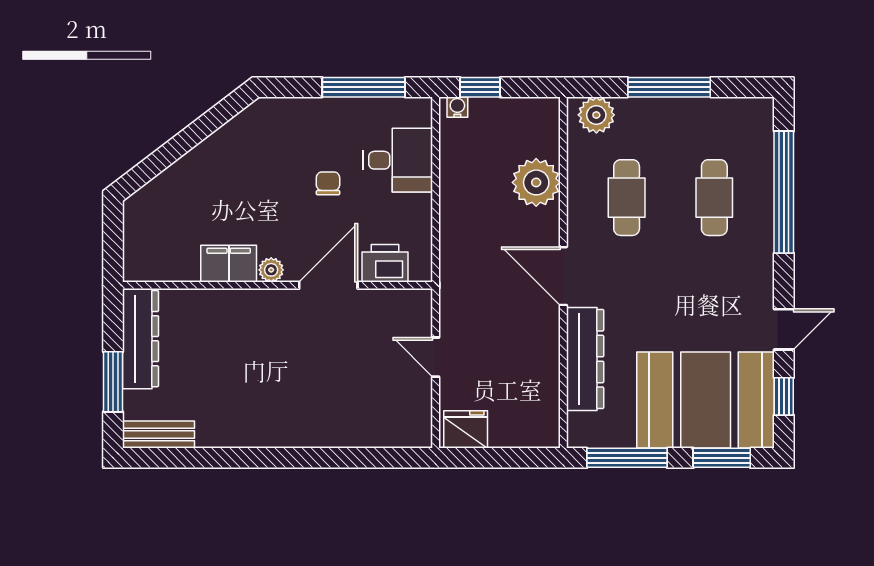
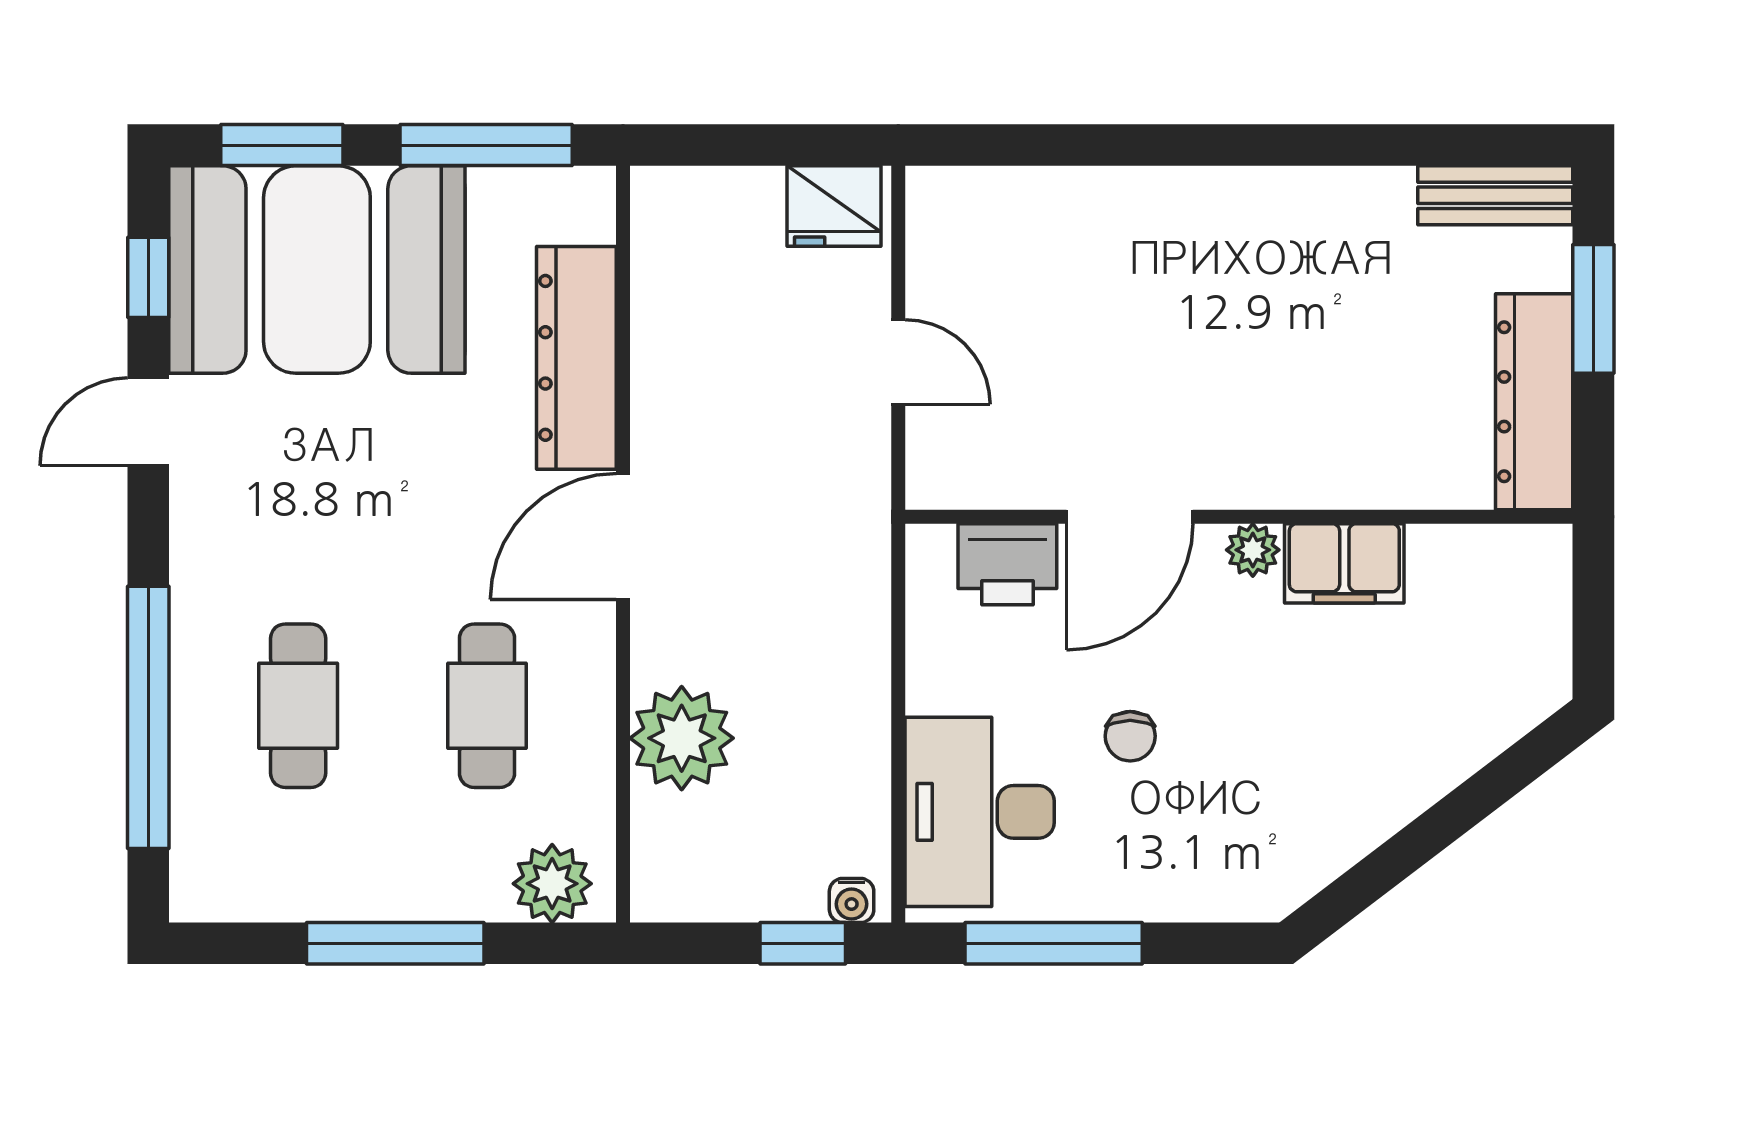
desk: (398, 160) -> (980, 812), width x1.37
door: (563, 276) -> (623, 537), swing flipped

